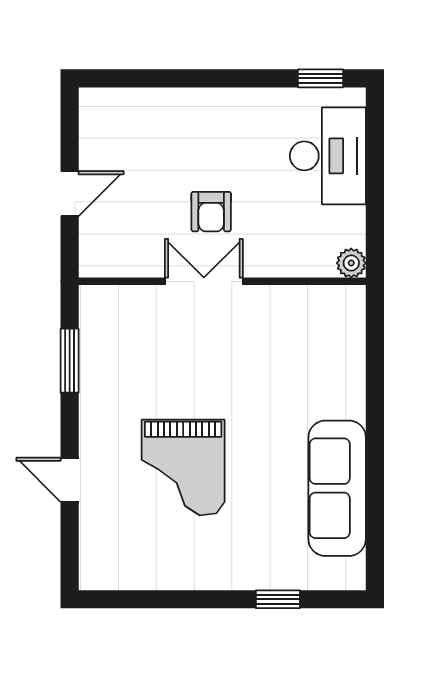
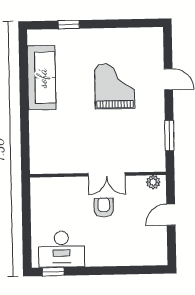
desk: (328, 156) -> (62, 249), moved, turned -90
plant: (351, 263) -> (153, 182), moved

